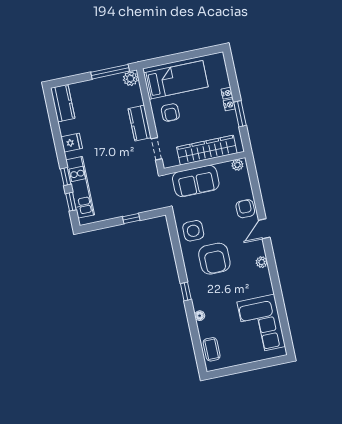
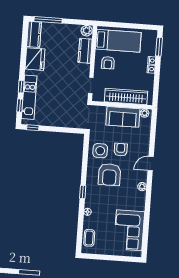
window: (110, 72) -> (48, 20), moved
window: (240, 114) -> (159, 47), moved
kitchen counter: (140, 123) -> (85, 51), moved
fridge: (72, 143) -> (35, 59), width x1.88, depth x1.34
sofa: (196, 181) -> (123, 117), moved
armchair: (245, 209) -> (121, 150), moved
window: (131, 218) -> (33, 128), moved

